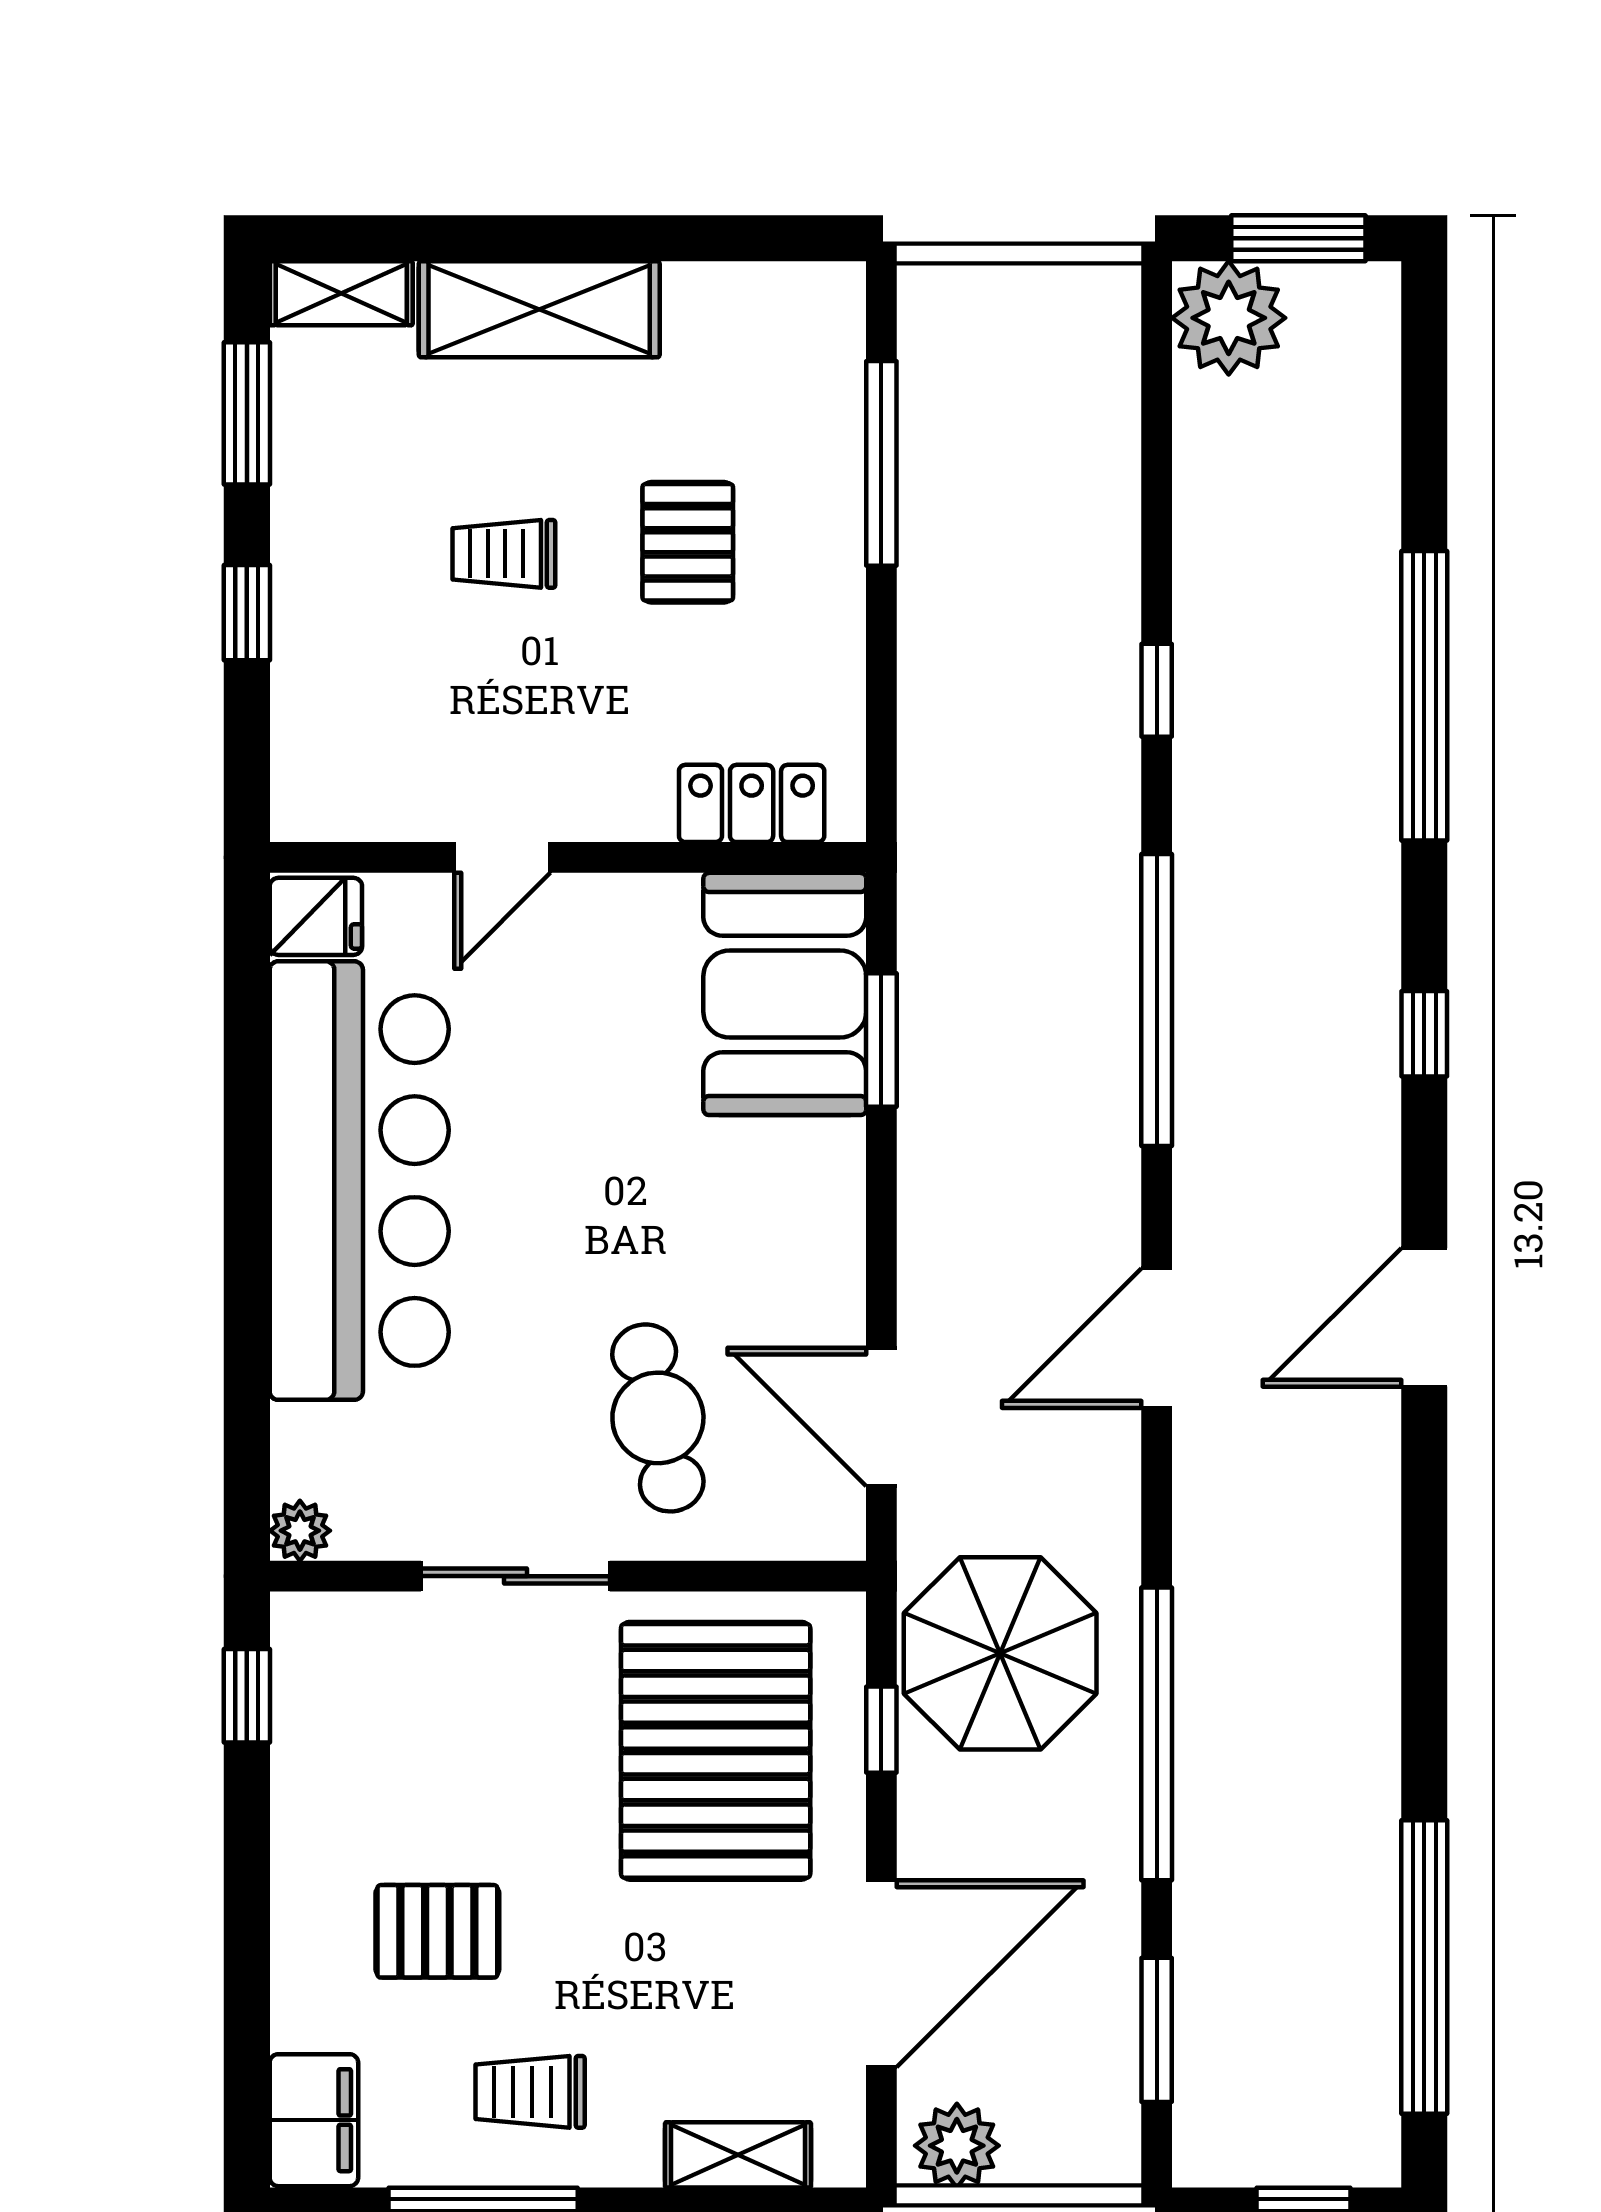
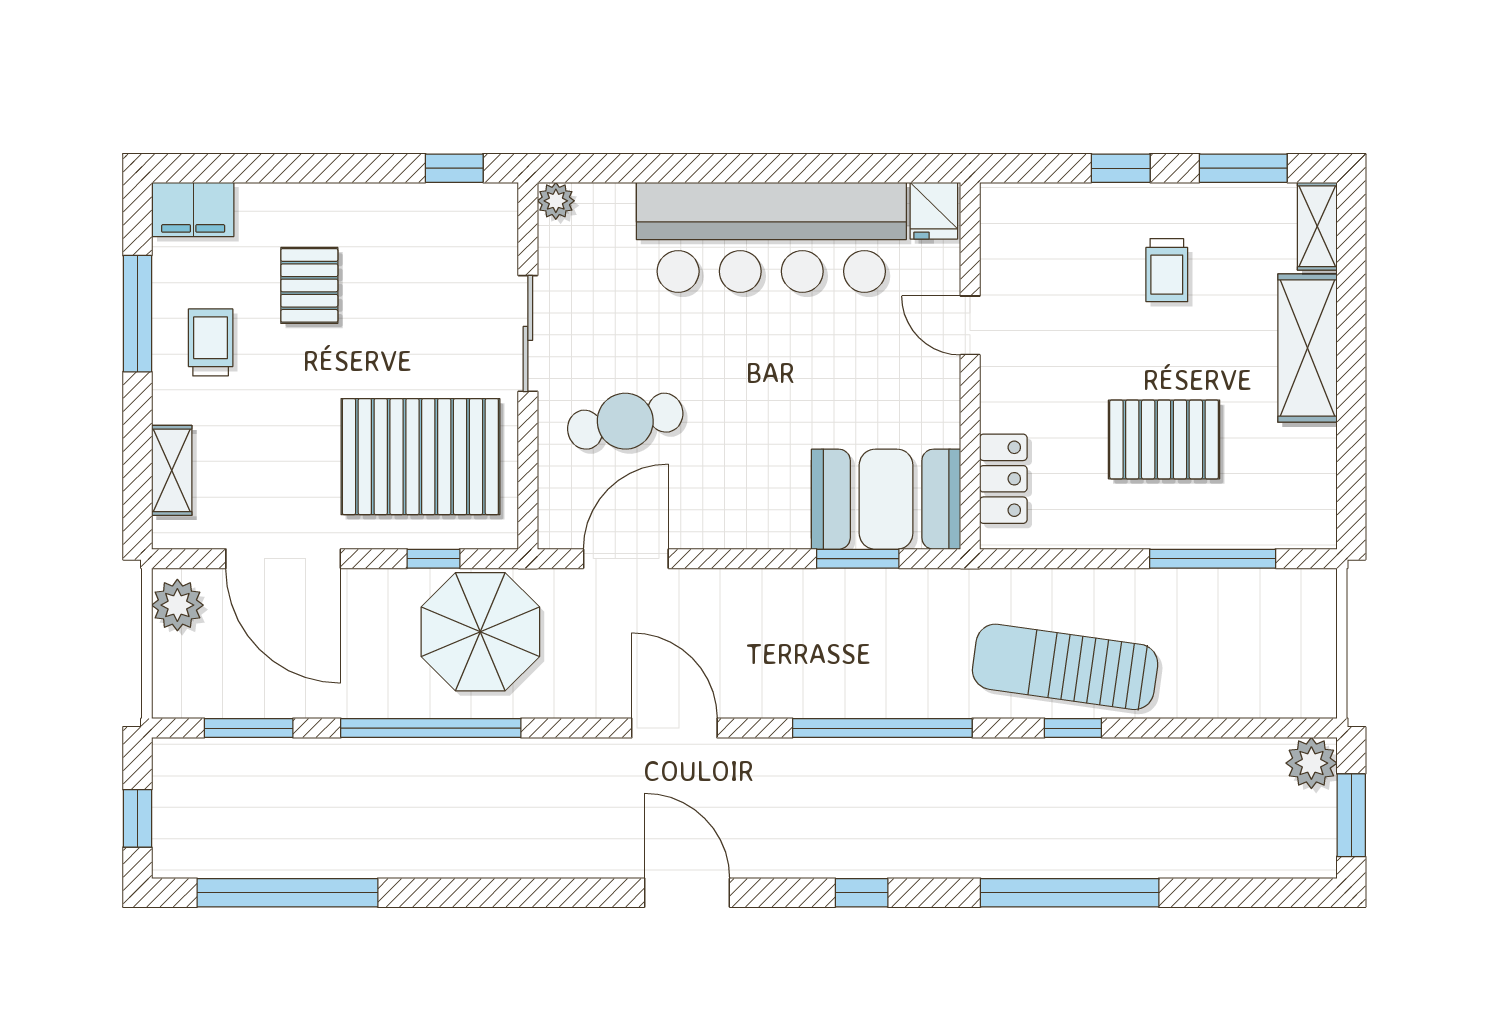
plant: (1229, 318) -> (1311, 763), width x0.73, depth x0.73
pallet: (688, 542) -> (1164, 439), width x1.50, depth x1.42
trolley: (504, 554) -> (1167, 270), moved, turned 180
sun lounger: (1057, 703) -> (1065, 667), added

